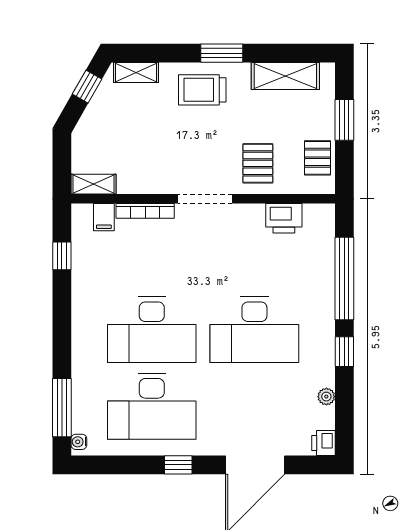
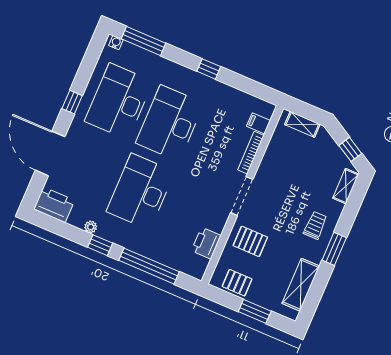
trolley: (202, 90) -> (315, 225), width x0.73, depth x0.72
shelving: (94, 184) -> (302, 124), moved, turned 90
window: (62, 256) -> (209, 69), moved
plant: (326, 397) -> (91, 227), moved
printer: (323, 443) -> (54, 205), width x1.87, depth x1.48

